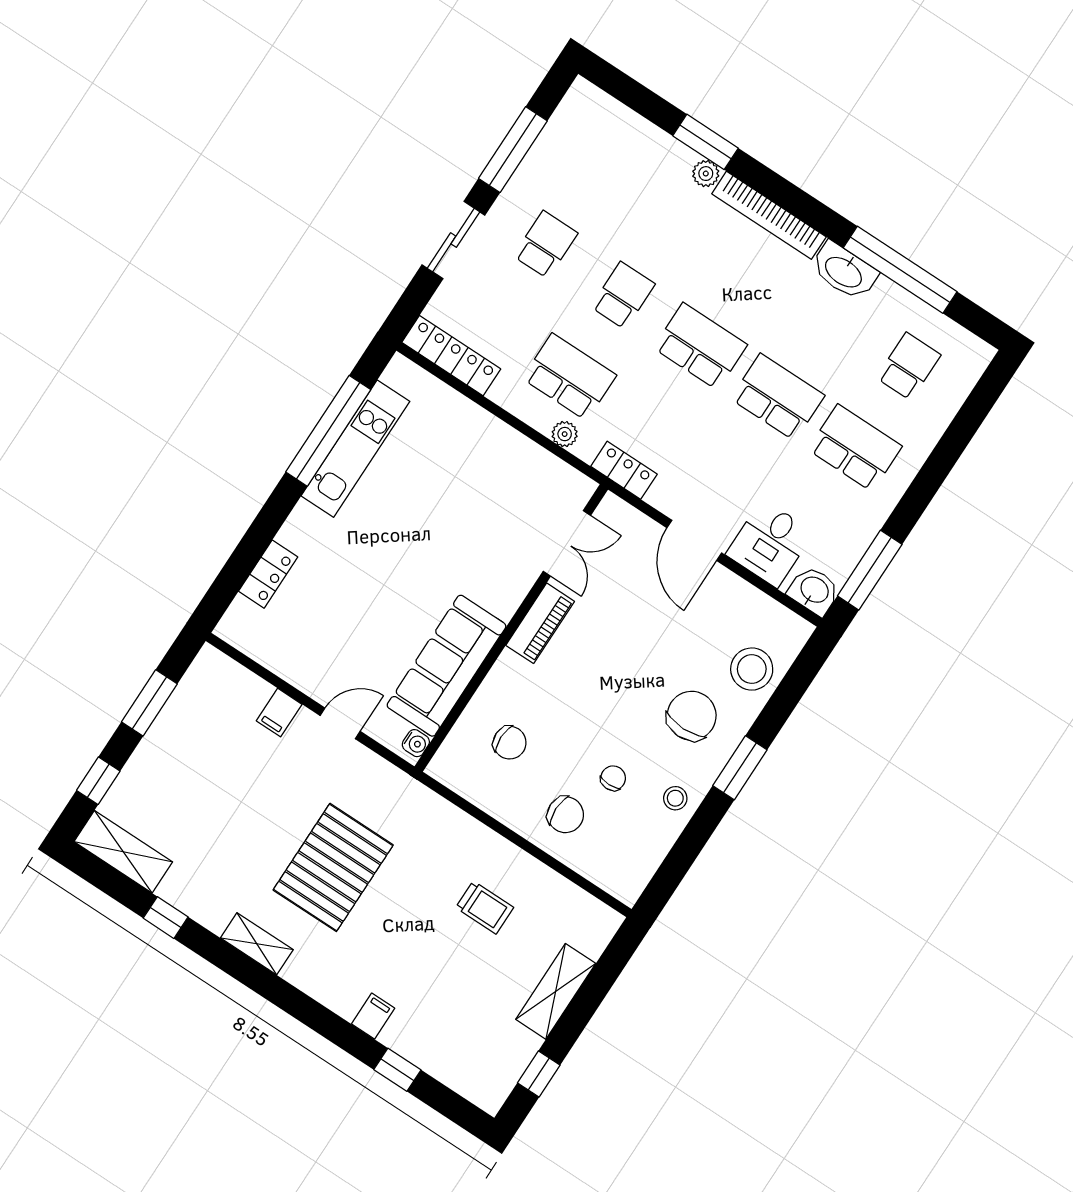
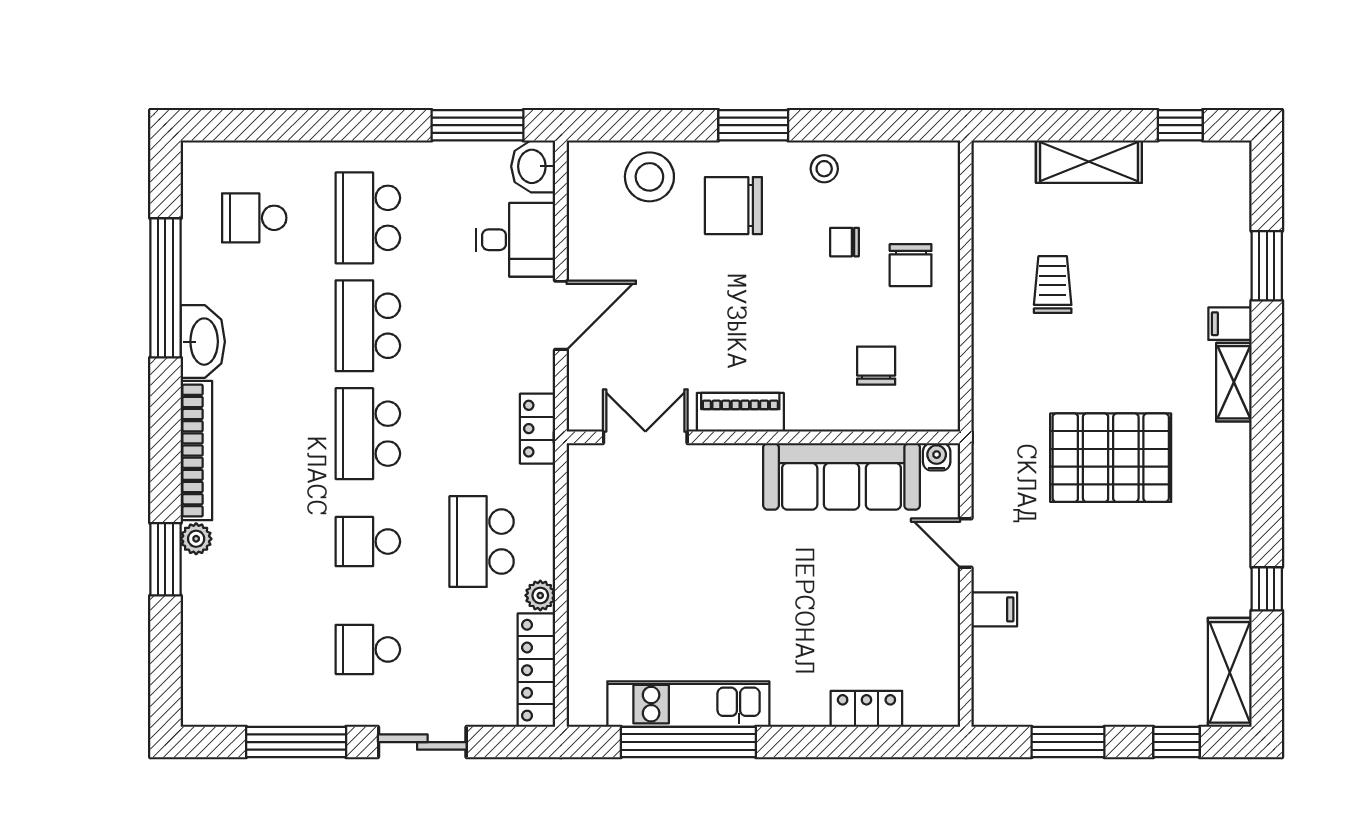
plant: (565, 434) -> (540, 595), moved
chair: (565, 815) -> (911, 265), turned 180
shelving: (257, 944) -> (1234, 382), moved
window: (397, 1070) -> (1267, 266), width x1.50

